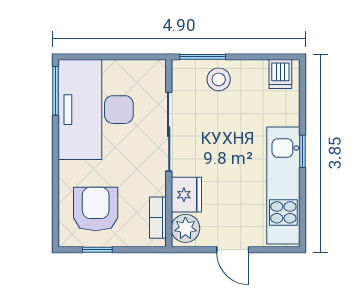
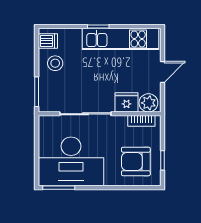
stool: (219, 79) -> (55, 63), moved

